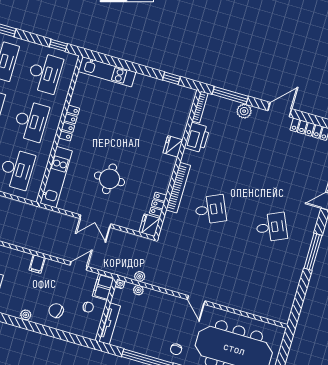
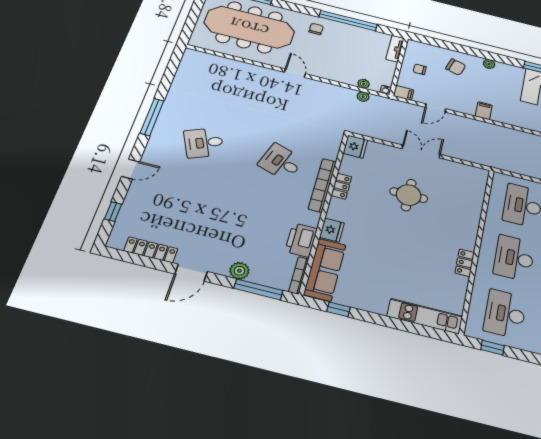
sofa: (180, 112) -> (325, 270), added
locker: (69, 123) -> (465, 263), width x0.66
kitchen unit: (56, 177) -> (474, 197), removed
locker: (158, 204) -> (341, 186), moved
desk: (210, 209) -> (281, 162), turned 42
filing cabinet: (103, 287) -> (404, 93), width x0.50
tv unit: (110, 324) -> (395, 49), width x0.71

